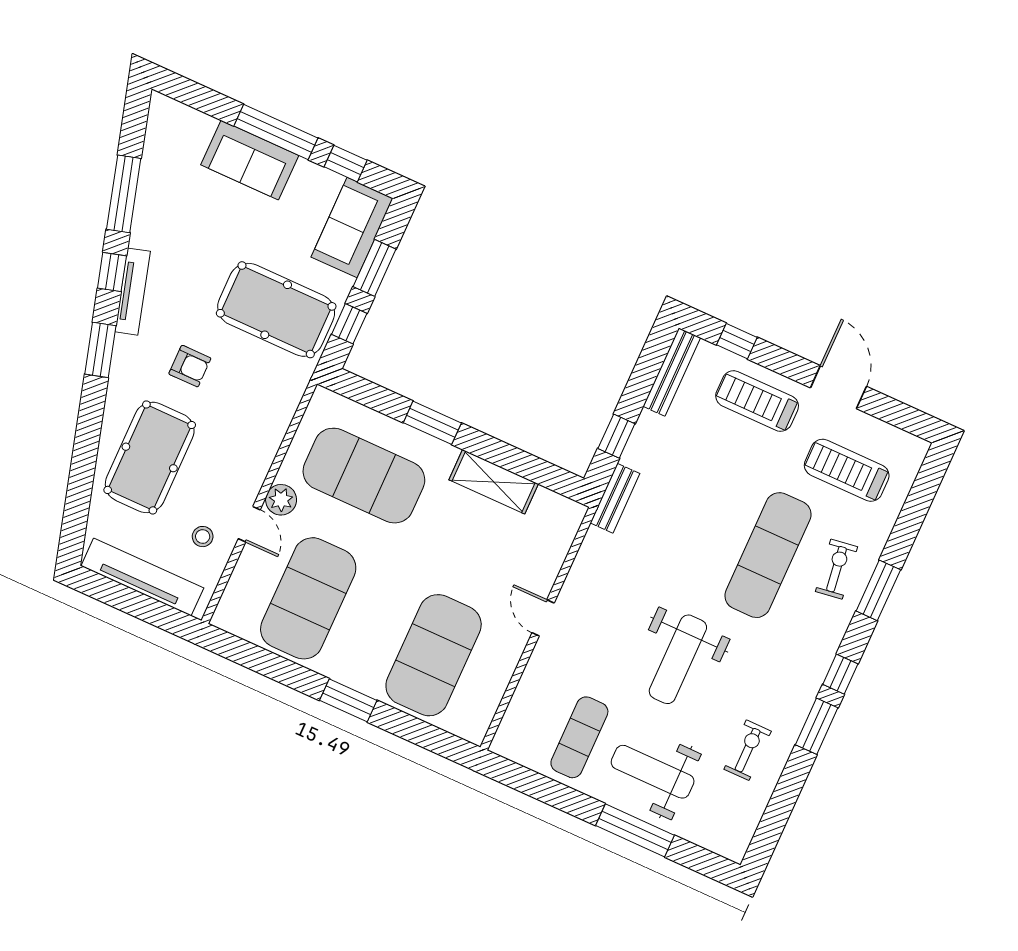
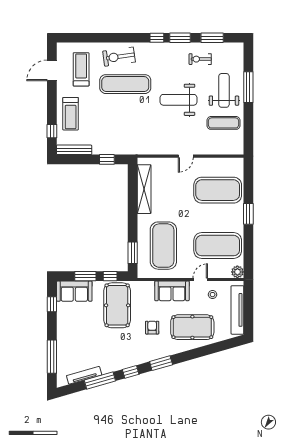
window: (276, 132) -> (52, 357), moved
sofa: (250, 160) -> (172, 291), moved, turned 90
tv unit: (133, 292) -> (84, 375), moved
door: (838, 387) -> (52, 70), moved
window: (432, 423) -> (133, 253), moved
treadmill: (847, 470) -> (81, 69), turned 180
shelving: (494, 482) -> (144, 189), width x1.47
bench: (615, 498) -> (130, 150), removed
plant: (281, 500) -> (237, 272), moved
exercise bike: (836, 569) -> (119, 57), width x1.38, depth x1.39
window: (878, 590) -> (212, 38), moved
weight bench: (678, 659) -> (178, 100), turned 180
weight bench: (653, 772) -> (224, 90), turned 180

